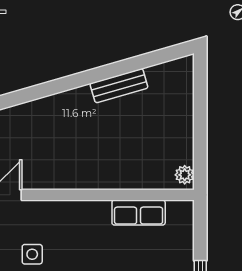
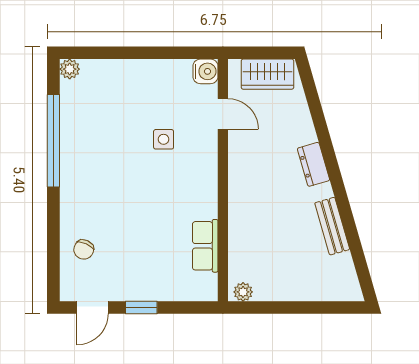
dresser: (57, 104) -> (313, 164), added

